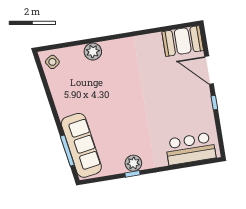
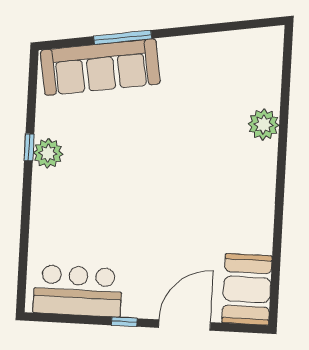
side table: (52, 62) -> (261, 48), removed
bar counter: (191, 149) -> (78, 291), moved, turned -90
window: (67, 151) -> (123, 37), moved

